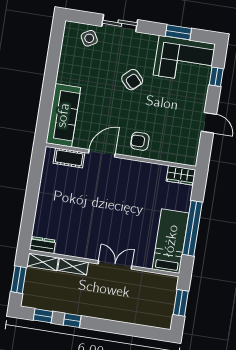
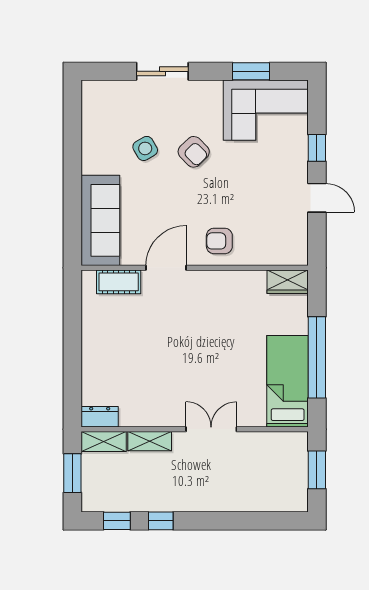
side table: (89, 38) -> (145, 148), moved
window: (216, 77) -> (317, 148), moved

